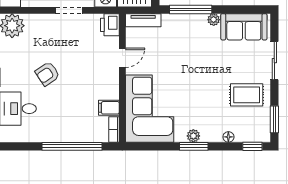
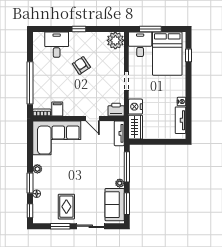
window: (243, 10) -> (127, 204), added
window: (274, 119) -> (60, 226), moved
window: (194, 146) -> (30, 183), moved

